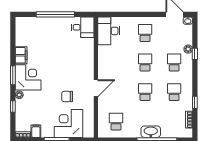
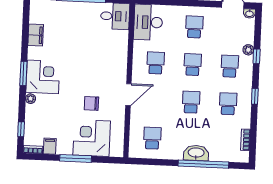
filing cabinet: (21, 55) -> (36, 35), moved
school desk: (116, 63) -> (156, 63), added
window: (195, 102) -> (255, 96), moved
window: (13, 107) -> (21, 129), moved

